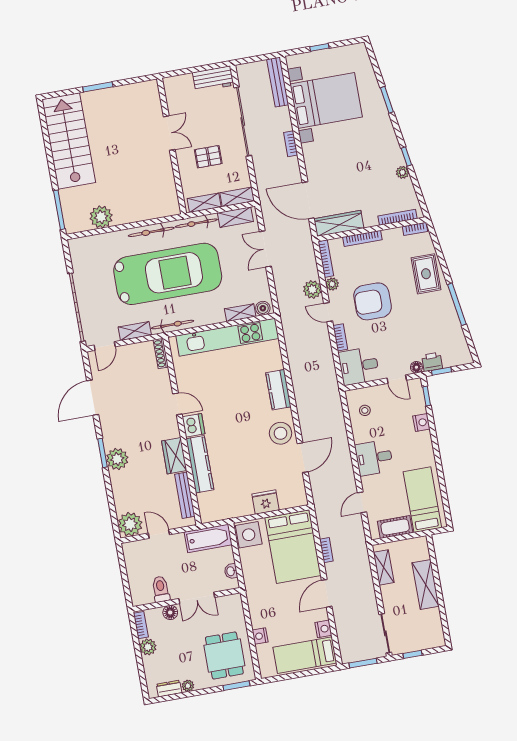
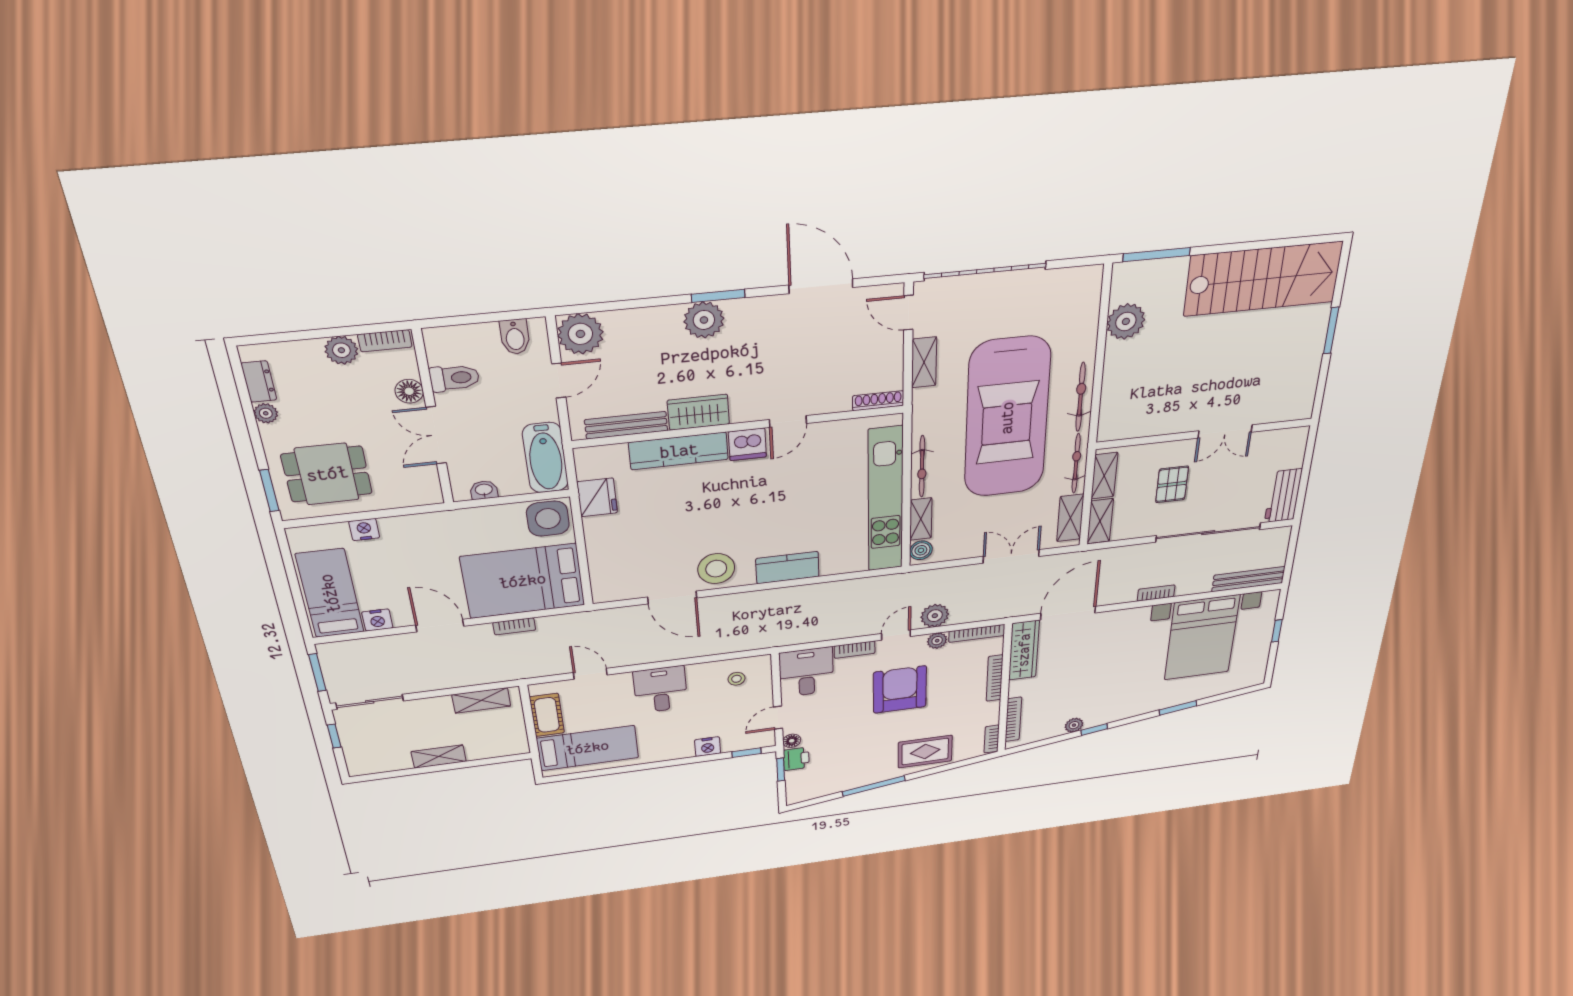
bicycle: (173, 325) -> (922, 466), moved
fridge: (265, 502) -> (597, 497), moved
bidet: (134, 559) -> (515, 337), added
shelving: (426, 585) -> (439, 757), width x0.67, depth x0.75

